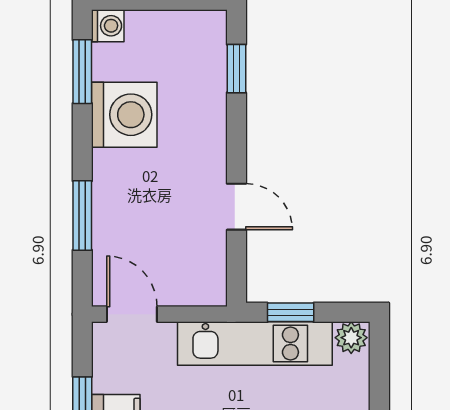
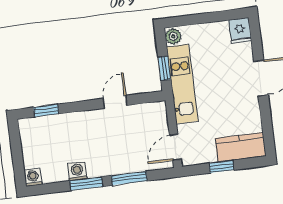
window: (82, 72) -> (86, 184), moved
washing machine: (124, 115) -> (77, 171), width x0.53, depth x0.53

